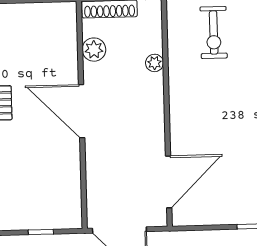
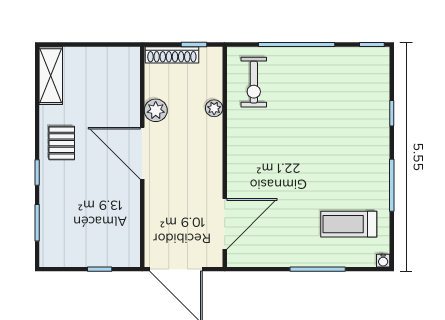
exercise bike: (214, 32) -> (254, 82), moved
plant: (94, 50) -> (156, 110), moved

